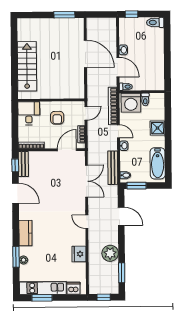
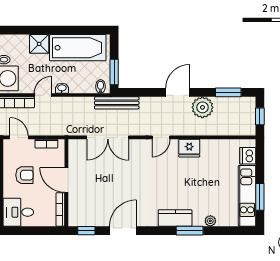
door: (67, 150) -> (66, 180), moved
bathtub: (158, 163) -> (78, 48), width x1.36, depth x1.36
bench: (23, 164) -> (85, 220), removed
bench: (113, 168) -> (117, 103), moved
double door: (86, 181) -> (108, 137), swing flipped
door: (121, 216) -> (178, 92), moved
fridge: (79, 254) -> (189, 148), moved
window: (16, 257) -> (190, 231), moved

